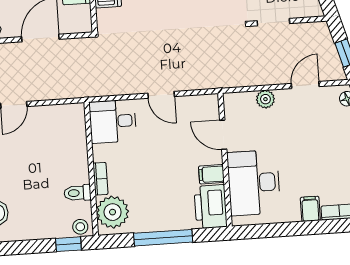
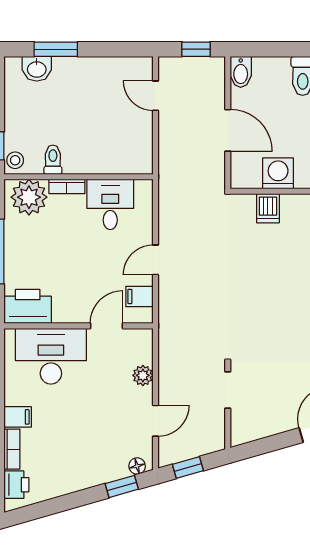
door: (305, 85) -> (155, 421), hinge flipped
desk: (113, 121) -> (110, 204), moved
filing cabinet: (211, 174) -> (139, 296), moved, turned -90

